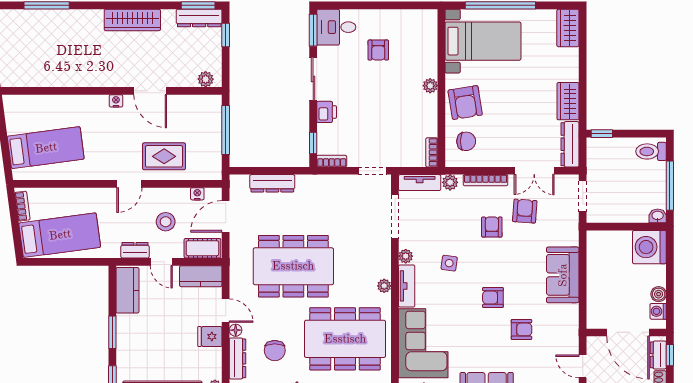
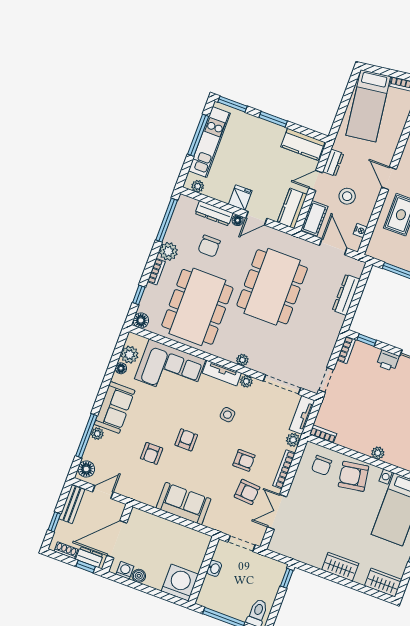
wardrobe: (568, 101) -> (340, 567), moved
dresser: (570, 144) -> (288, 549), removed
washbasin: (658, 216) -> (214, 568), moved
plant: (384, 286) -> (242, 360), moved
chair: (275, 351) -> (209, 246), turned -90

